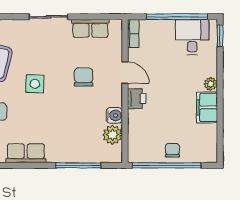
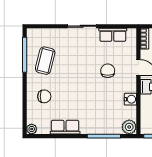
side table: (35, 84) -> (72, 76), removed
plant: (113, 135) -> (129, 127), moved

